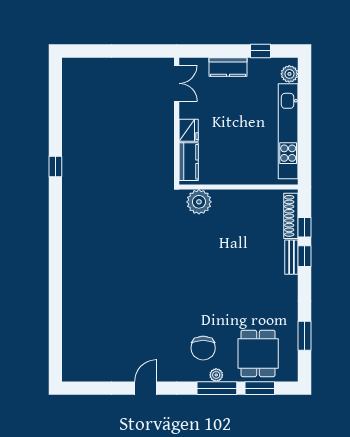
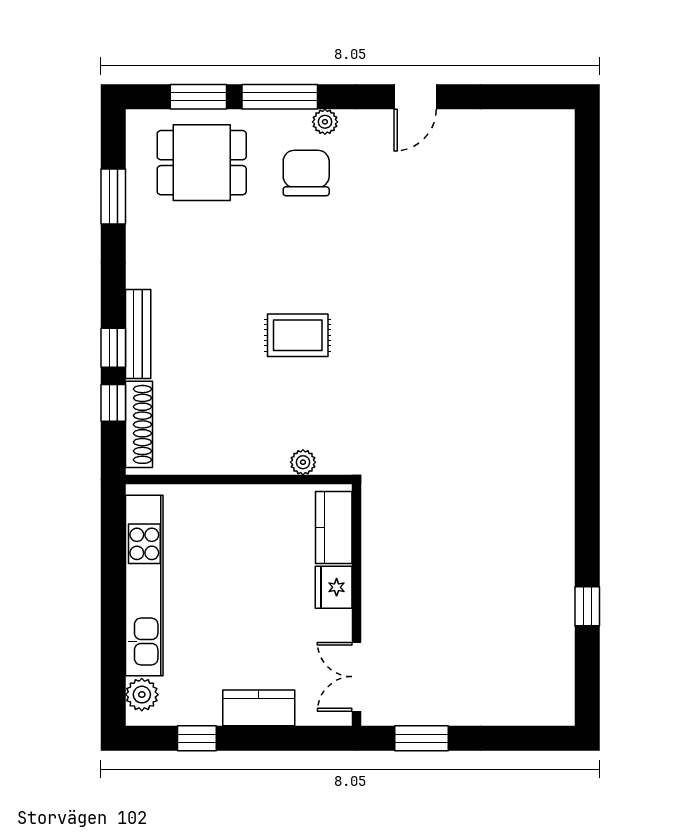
window: (143, 51) -> (421, 738), added
window: (55, 167) -> (587, 606), moved
plant: (199, 202) -> (303, 462), width x0.53, depth x0.53
bench: (291, 257) -> (138, 334), width x1.36
rug: (208, 263) -> (298, 335), added
dining table: (258, 353) -> (202, 163), turned 90
plant: (216, 375) -> (325, 122), moved

